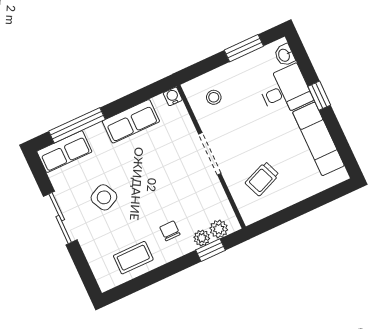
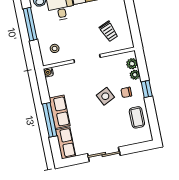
window: (244, 48) -> (30, 24), width x1.44
row of seats: (131, 121) -> (60, 112), moved
window: (77, 125) -> (50, 120), moved
side table: (104, 197) -> (105, 96), moved
window: (210, 250) -> (147, 89), moved

